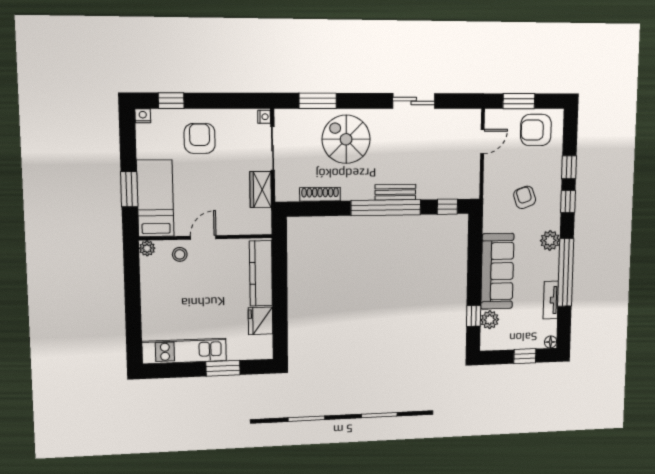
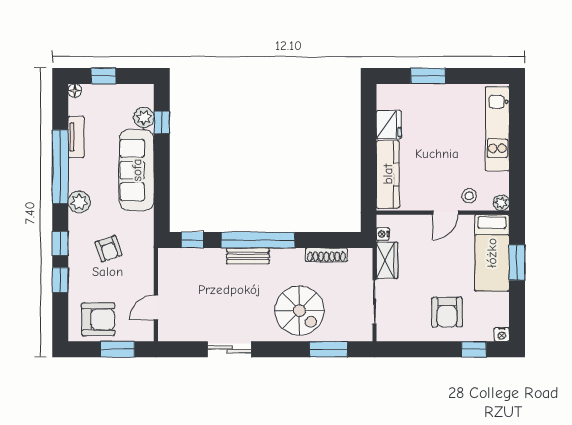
nightstand: (264, 117) -> (383, 234), moved
kitchen unit: (184, 351) -> (497, 129), moved, turned 90

